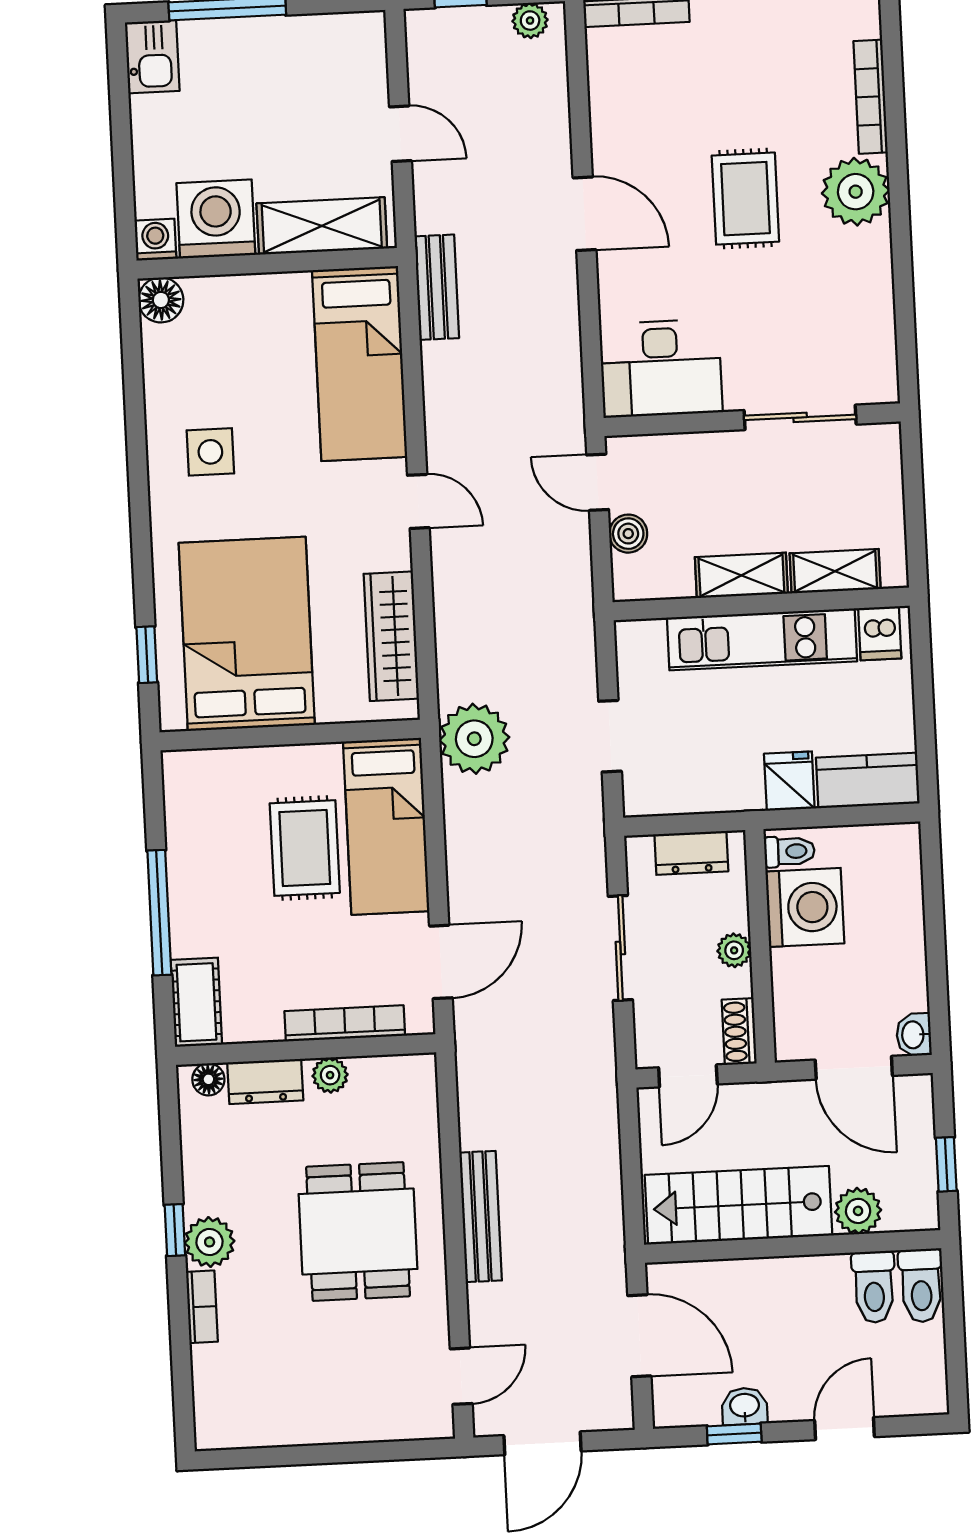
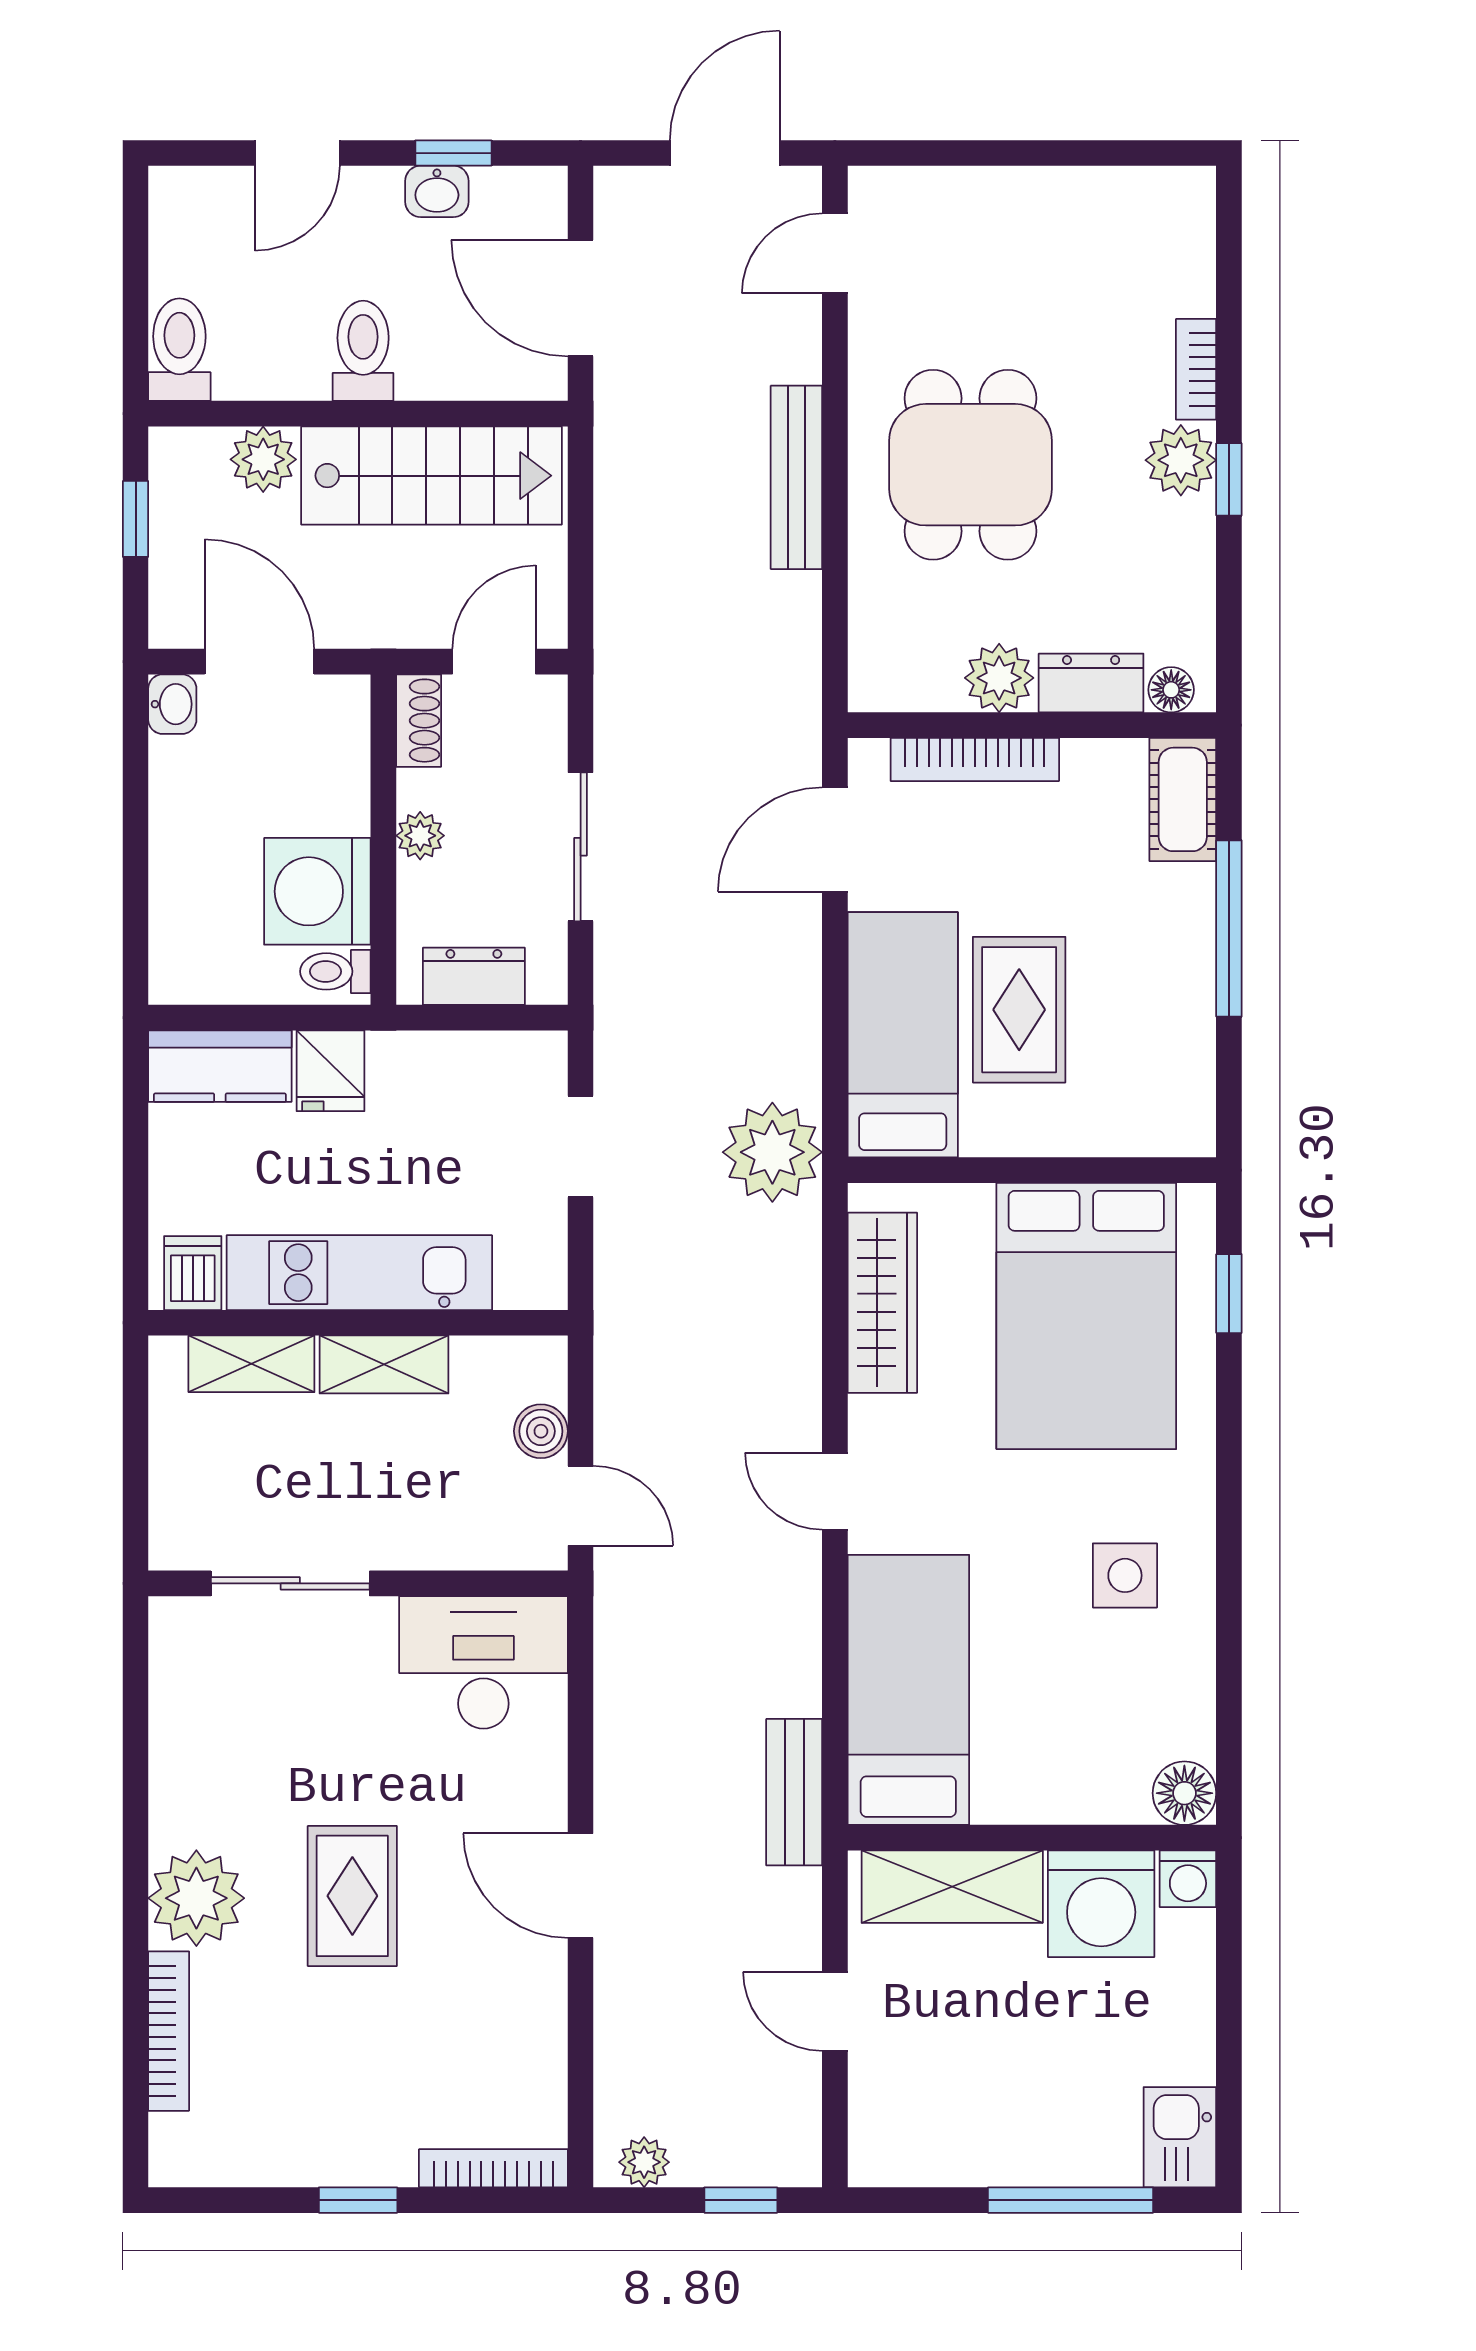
plant: (330, 1075) -> (999, 678), width x1.38, depth x1.38
toilet: (874, 1287) -> (363, 351), moved

